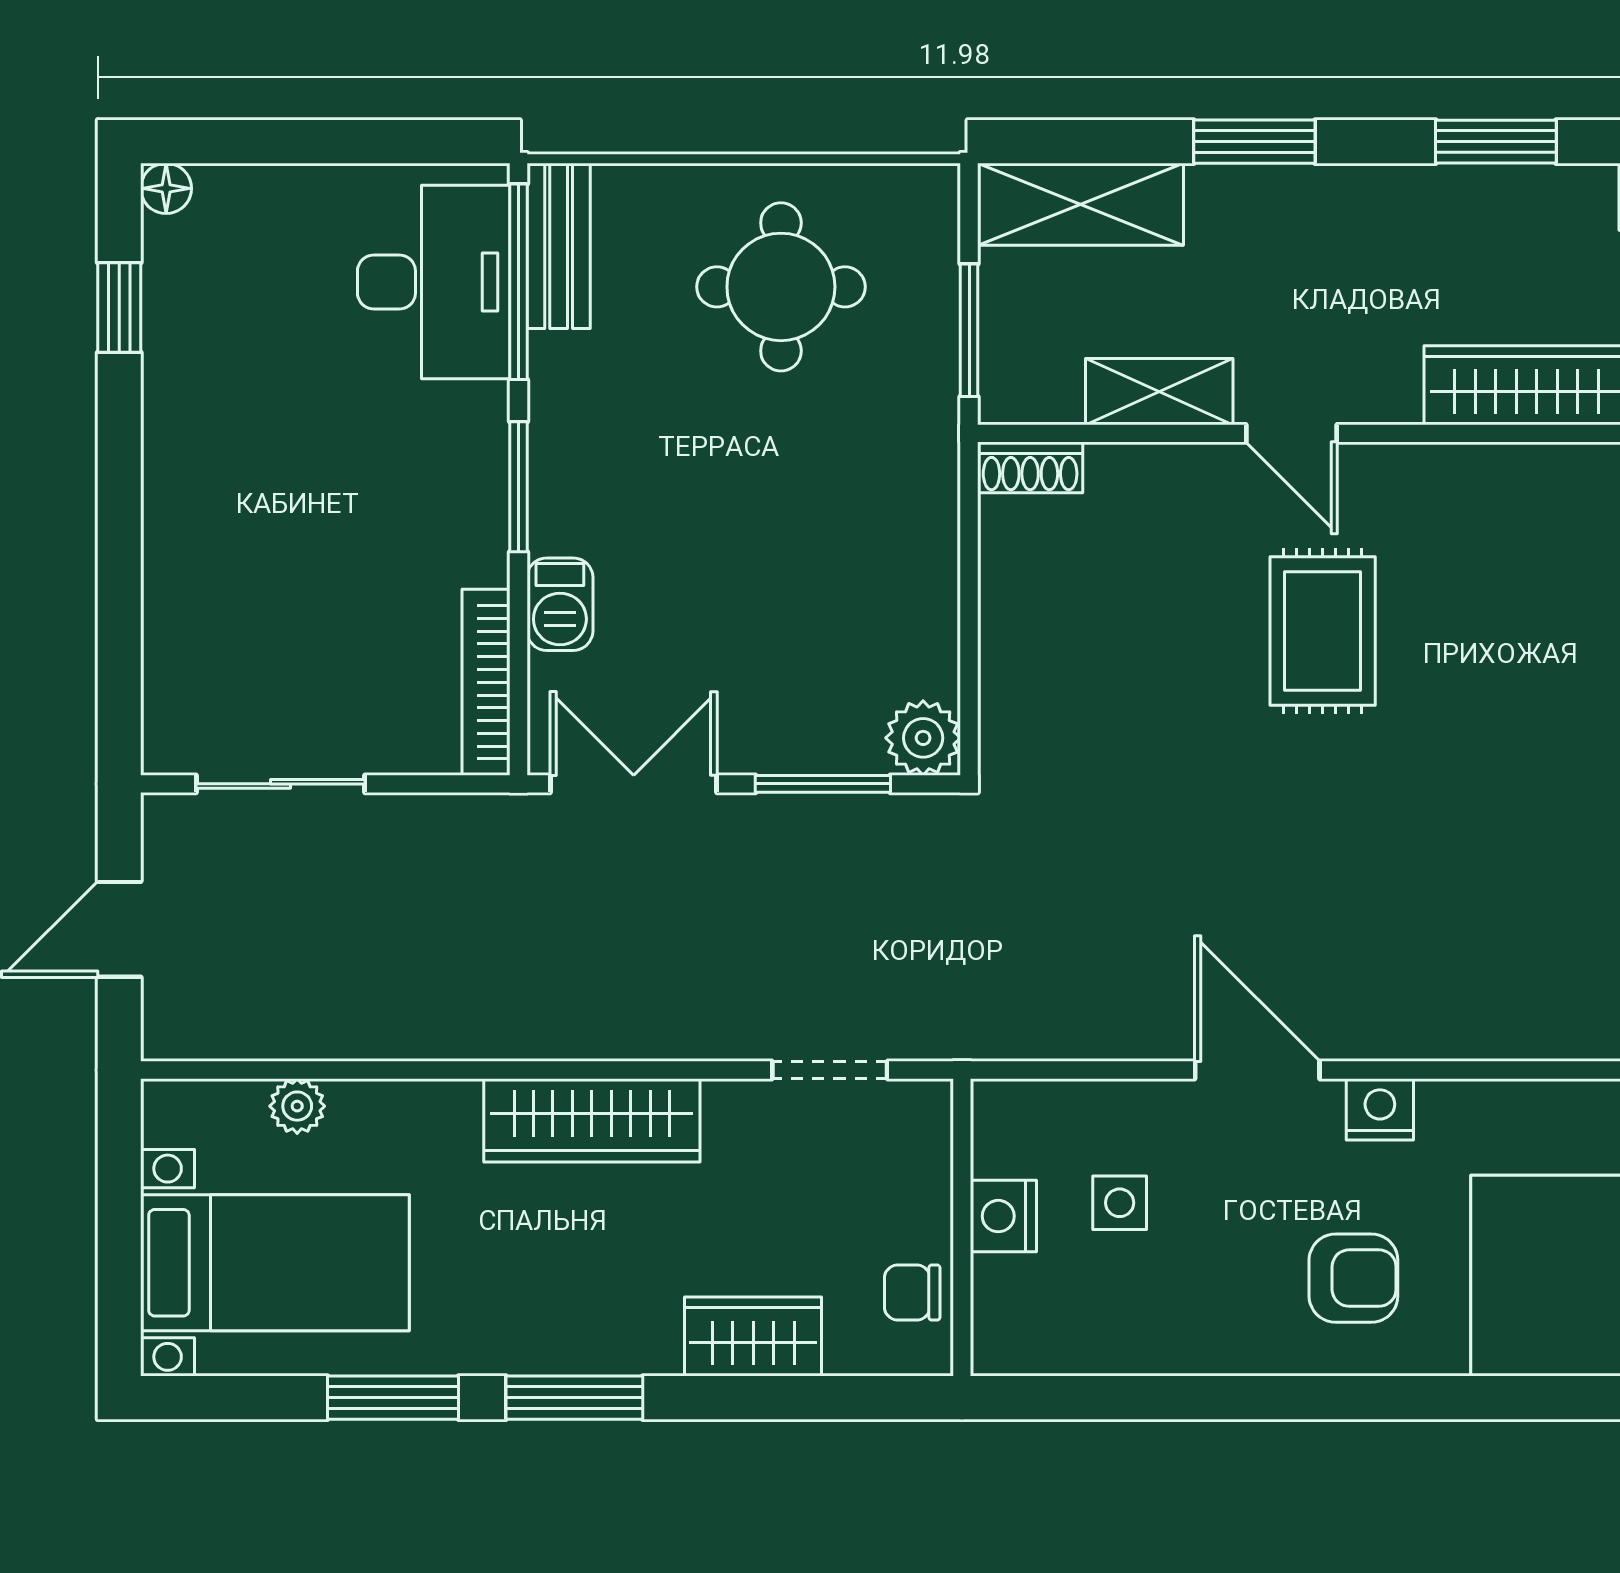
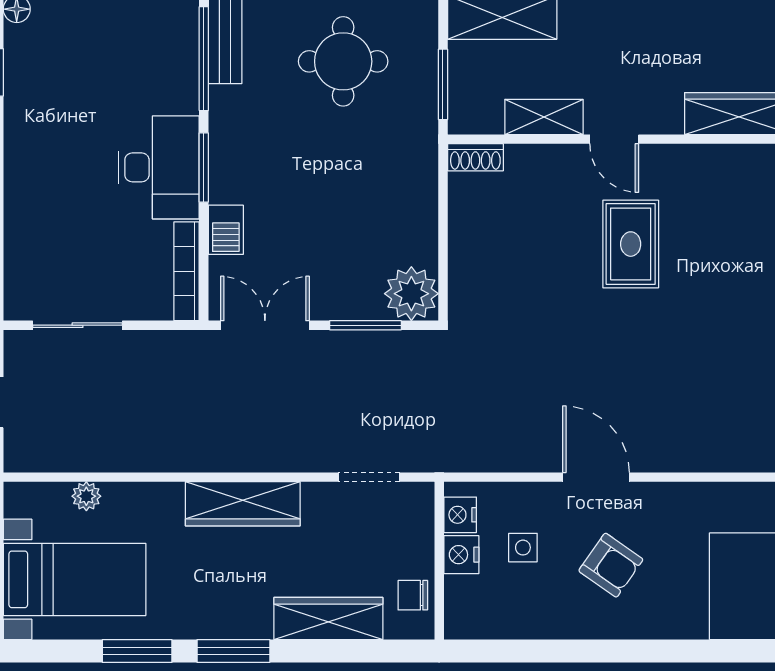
desk: (434, 282) -> (159, 167), moved
plant: (923, 738) -> (411, 294), width x1.36, depth x1.36
nightstand: (1380, 1109) -> (460, 515), moved, turned -90
armchair: (1353, 1278) -> (611, 565), moved, turned 35
wardrobe: (753, 1336) -> (328, 619), width x1.50

